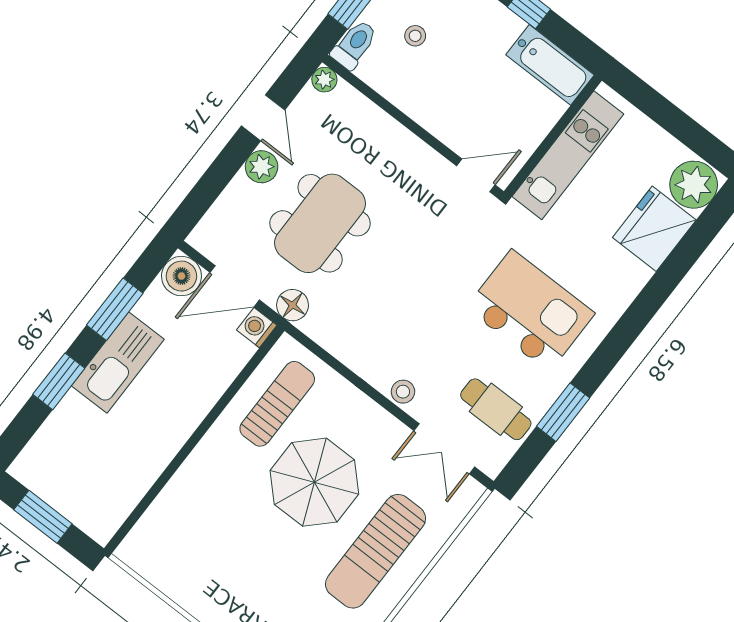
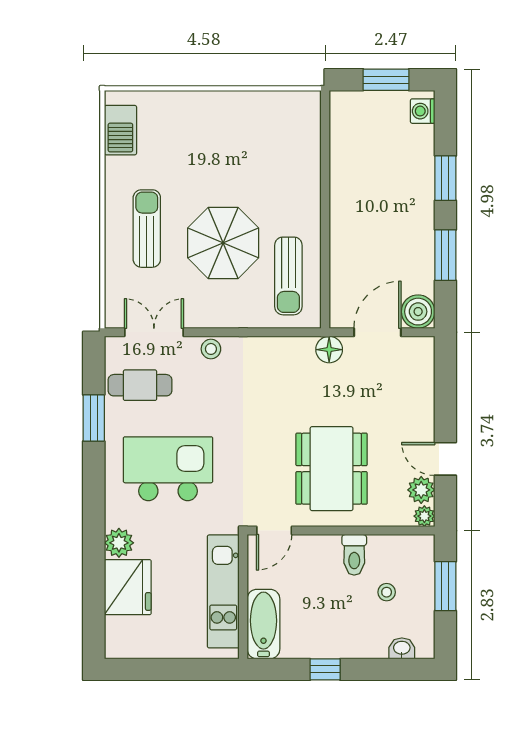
toilet: (354, 45) -> (354, 555), moved
bathtub: (550, 65) -> (263, 624), moved, turned 90
plant: (262, 167) -> (421, 490), moved
plant: (694, 185) -> (119, 543), moved, width x0.73, depth x0.73
dining table: (320, 223) -> (332, 469), moved
kitchen island: (530, 311) -> (168, 469), turned 180
washing machine: (257, 328) -> (423, 111), moved, turned 180
kitchen sink: (118, 363) -> (416, 221), removed
sun lounger: (376, 551) -> (147, 229), width x0.73, depth x0.75

